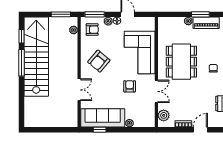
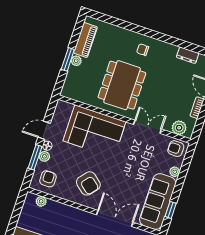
window: (61, 14) -> (17, 210), removed
window: (95, 14) -> (35, 157), moved
window: (200, 14) -> (68, 59), moved
dining table: (181, 62) -> (122, 85), turned 90
armchair: (130, 86) -> (176, 149), moved
double door: (79, 90) -> (115, 218), width x1.37

